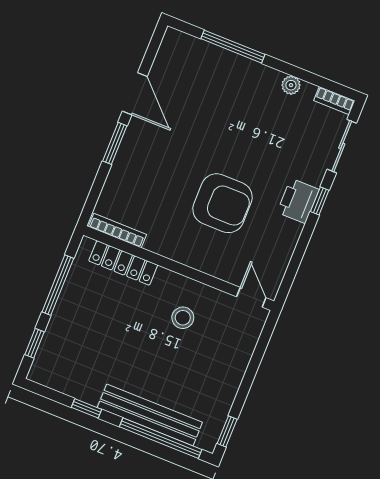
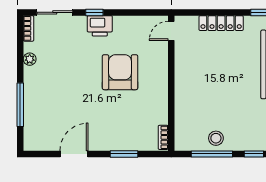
window: (115, 143) -> (124, 154), moved
bookcase: (117, 231) -> (163, 137), width x0.64
locker: (123, 263) -> (221, 23), moved, turned 90
stool: (183, 318) -> (216, 138), moved

